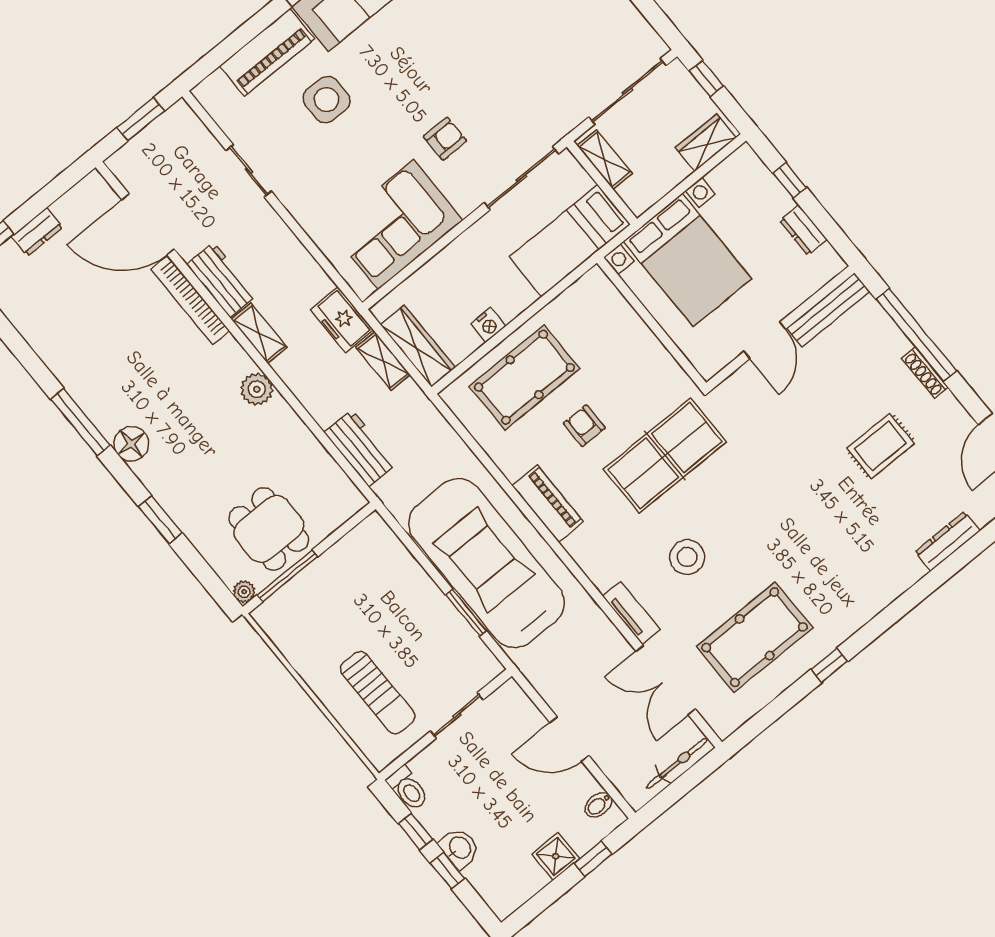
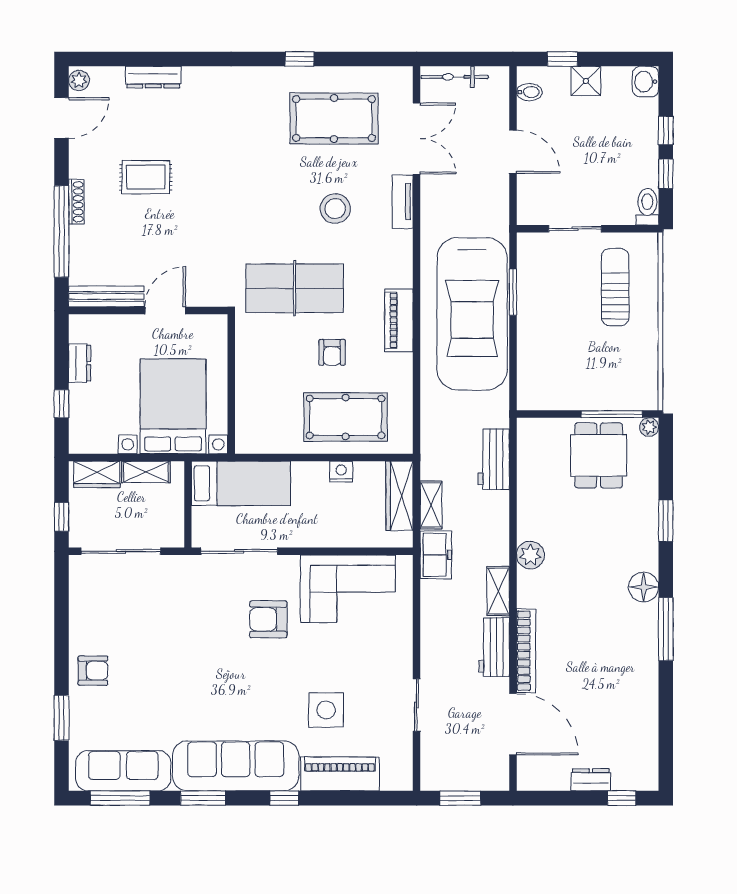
armchair: (445, 139) -> (268, 619), width x1.38, depth x1.38
shelving: (605, 159) -> (146, 472), moved, turned 90
washbasin: (459, 848) -> (645, 82), moved

